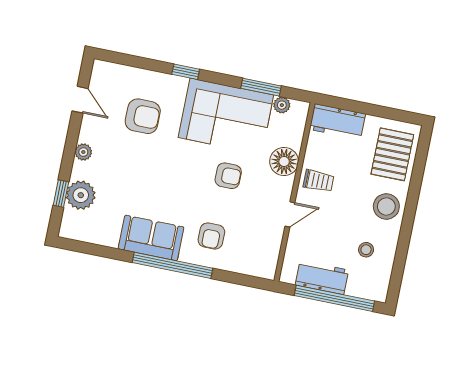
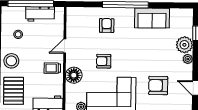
plant: (81, 195) -> (184, 45), moved
sofa: (151, 238) -> (152, 18), moved

